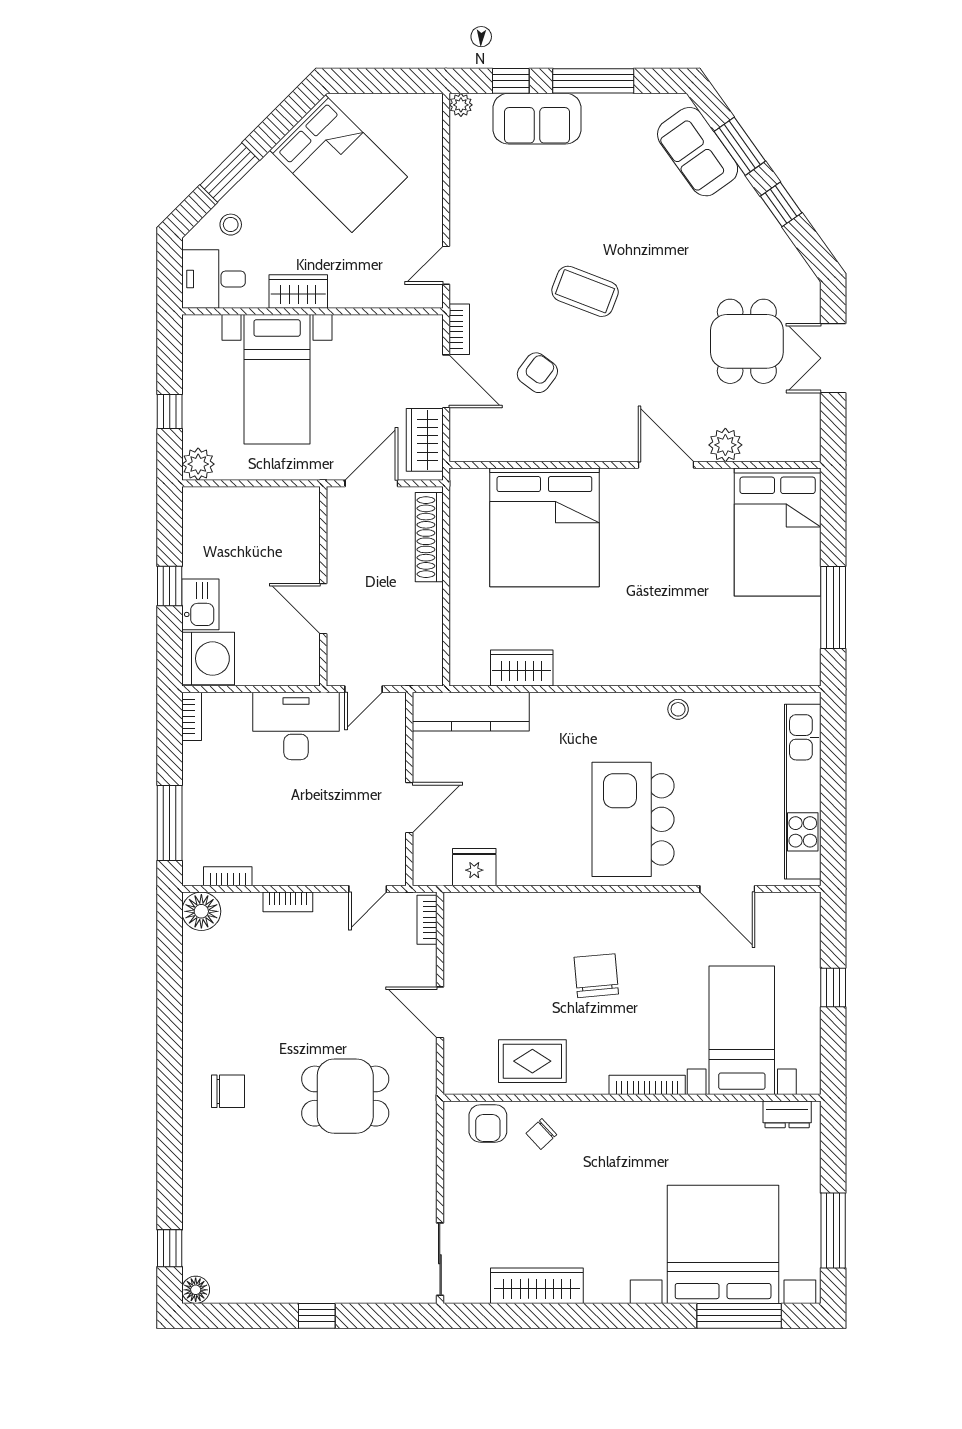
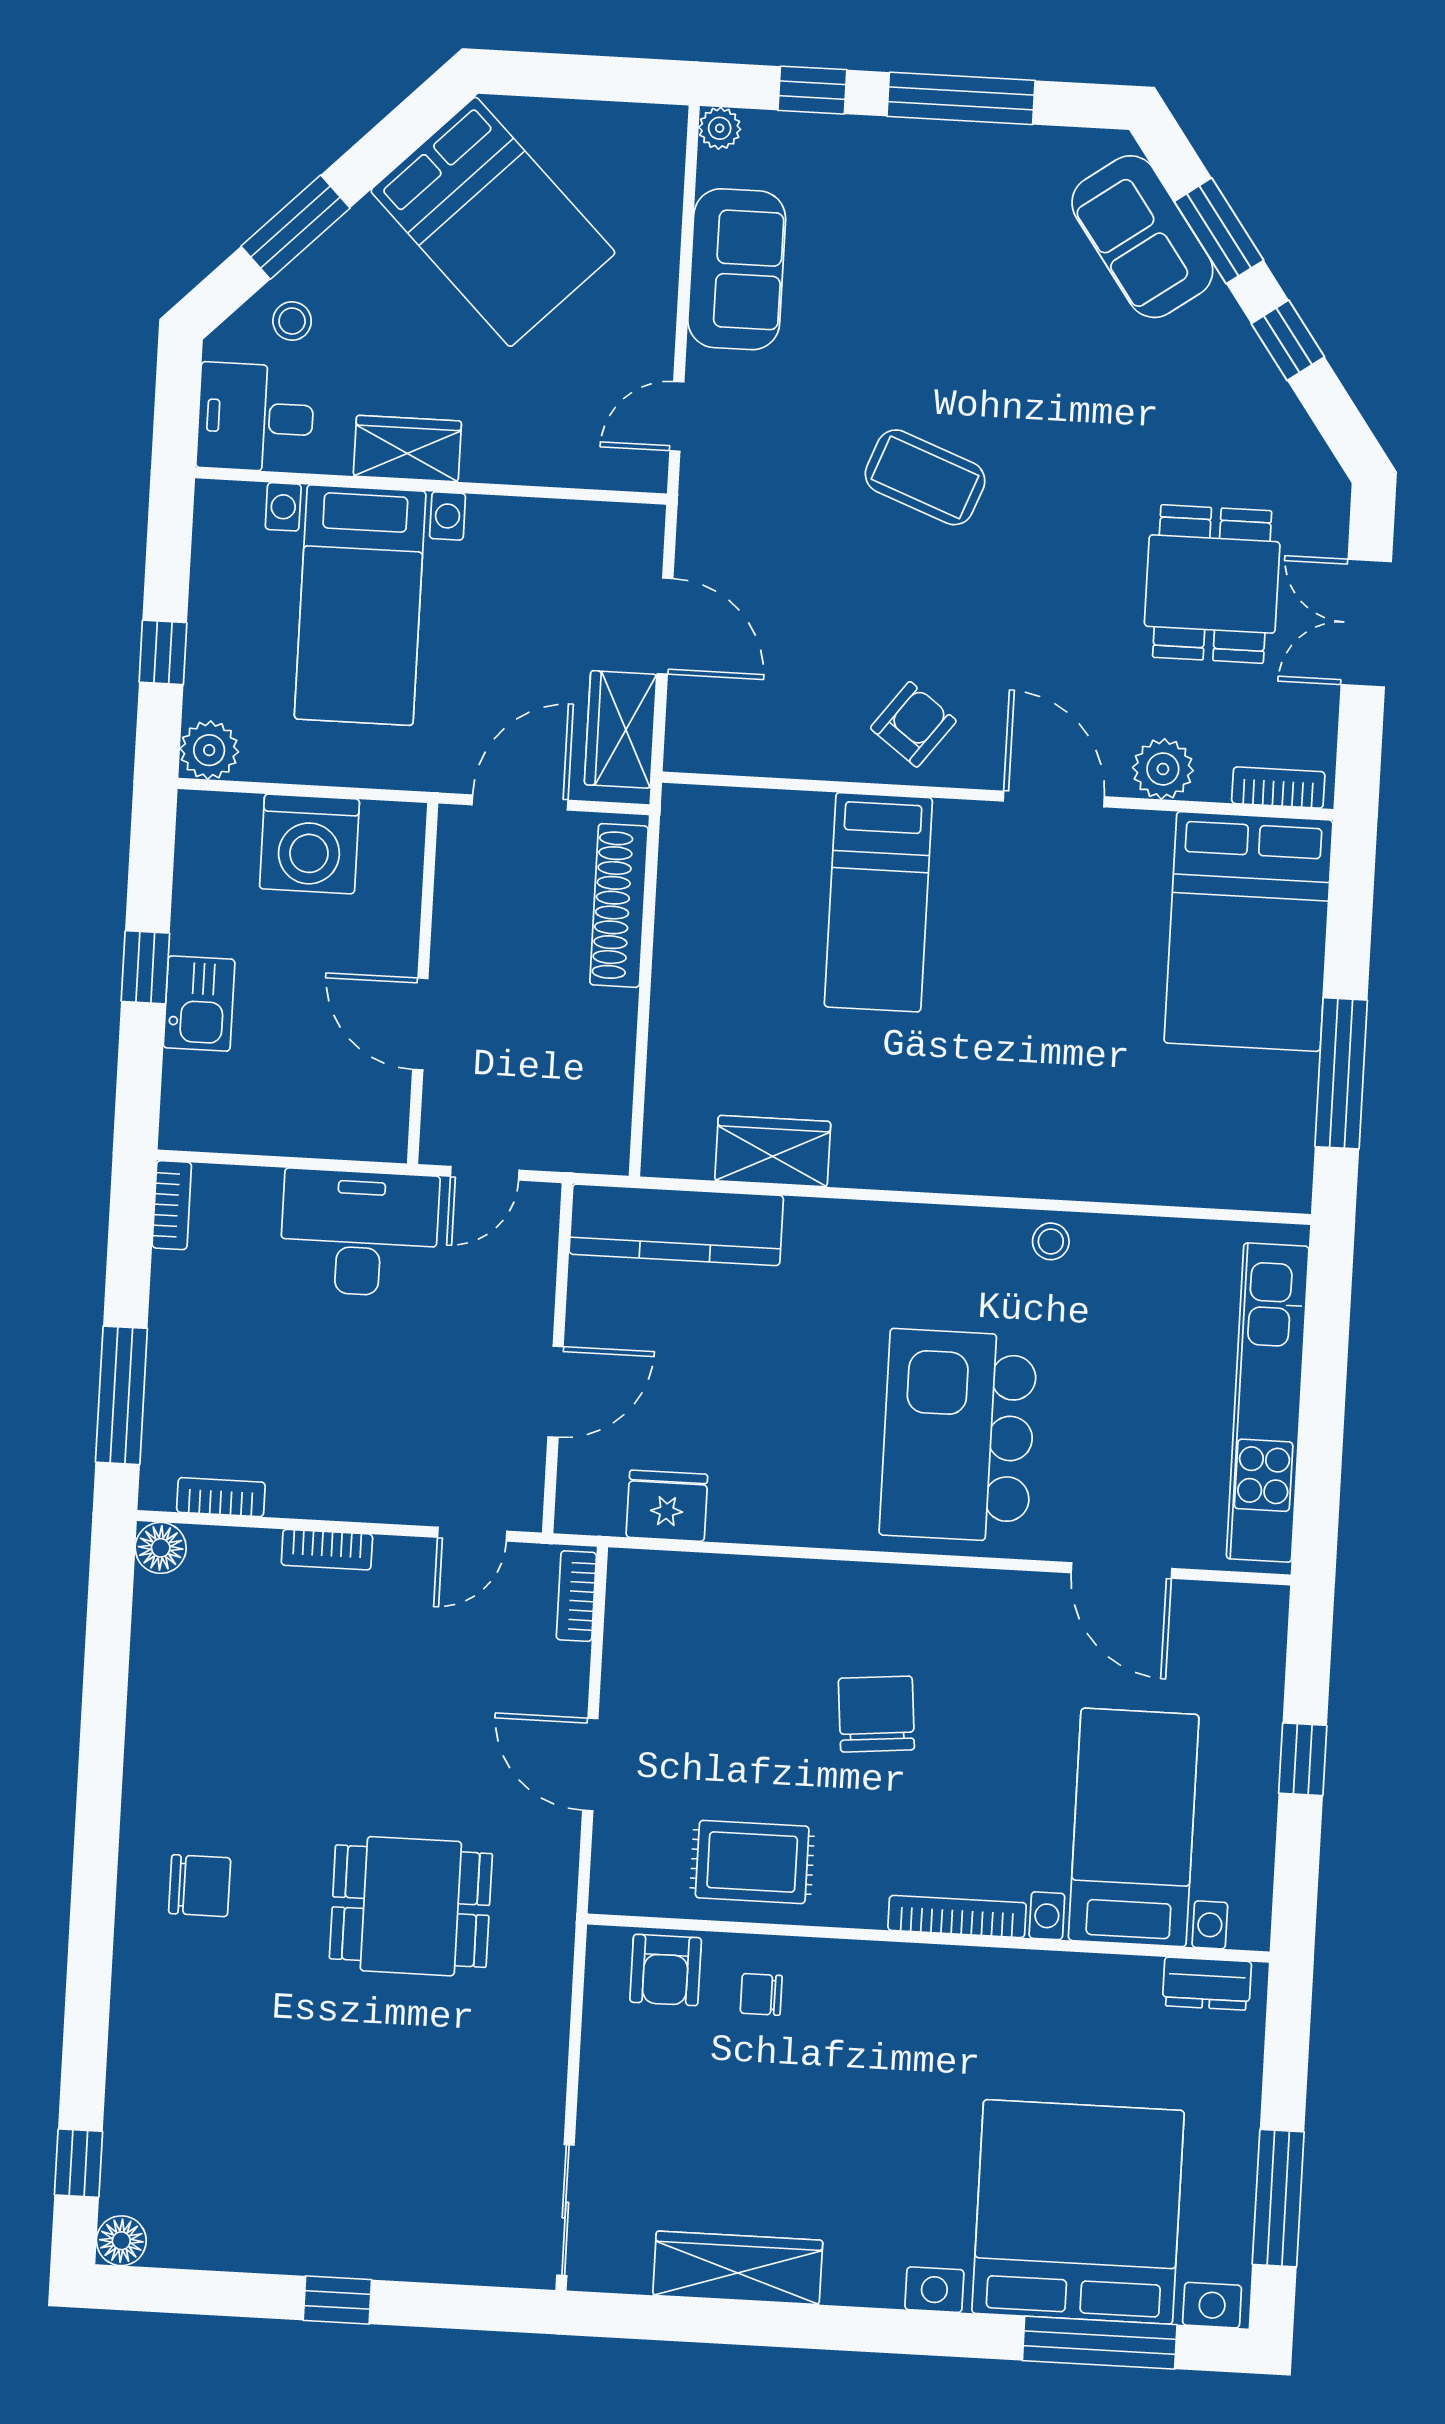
sofa: (537, 119) -> (737, 269), moved, turned -90
bookcase: (459, 329) -> (1278, 788), moved, turned -90
armchair: (537, 373) -> (913, 724), moved
bed: (544, 527) -> (878, 902), width x0.49
washing machine: (208, 659) -> (309, 844), moved, turned 90
floor lamp: (201, 911) -> (161, 1548), width x0.73, depth x0.73
chair: (541, 1134) -> (761, 1994), turned 43

